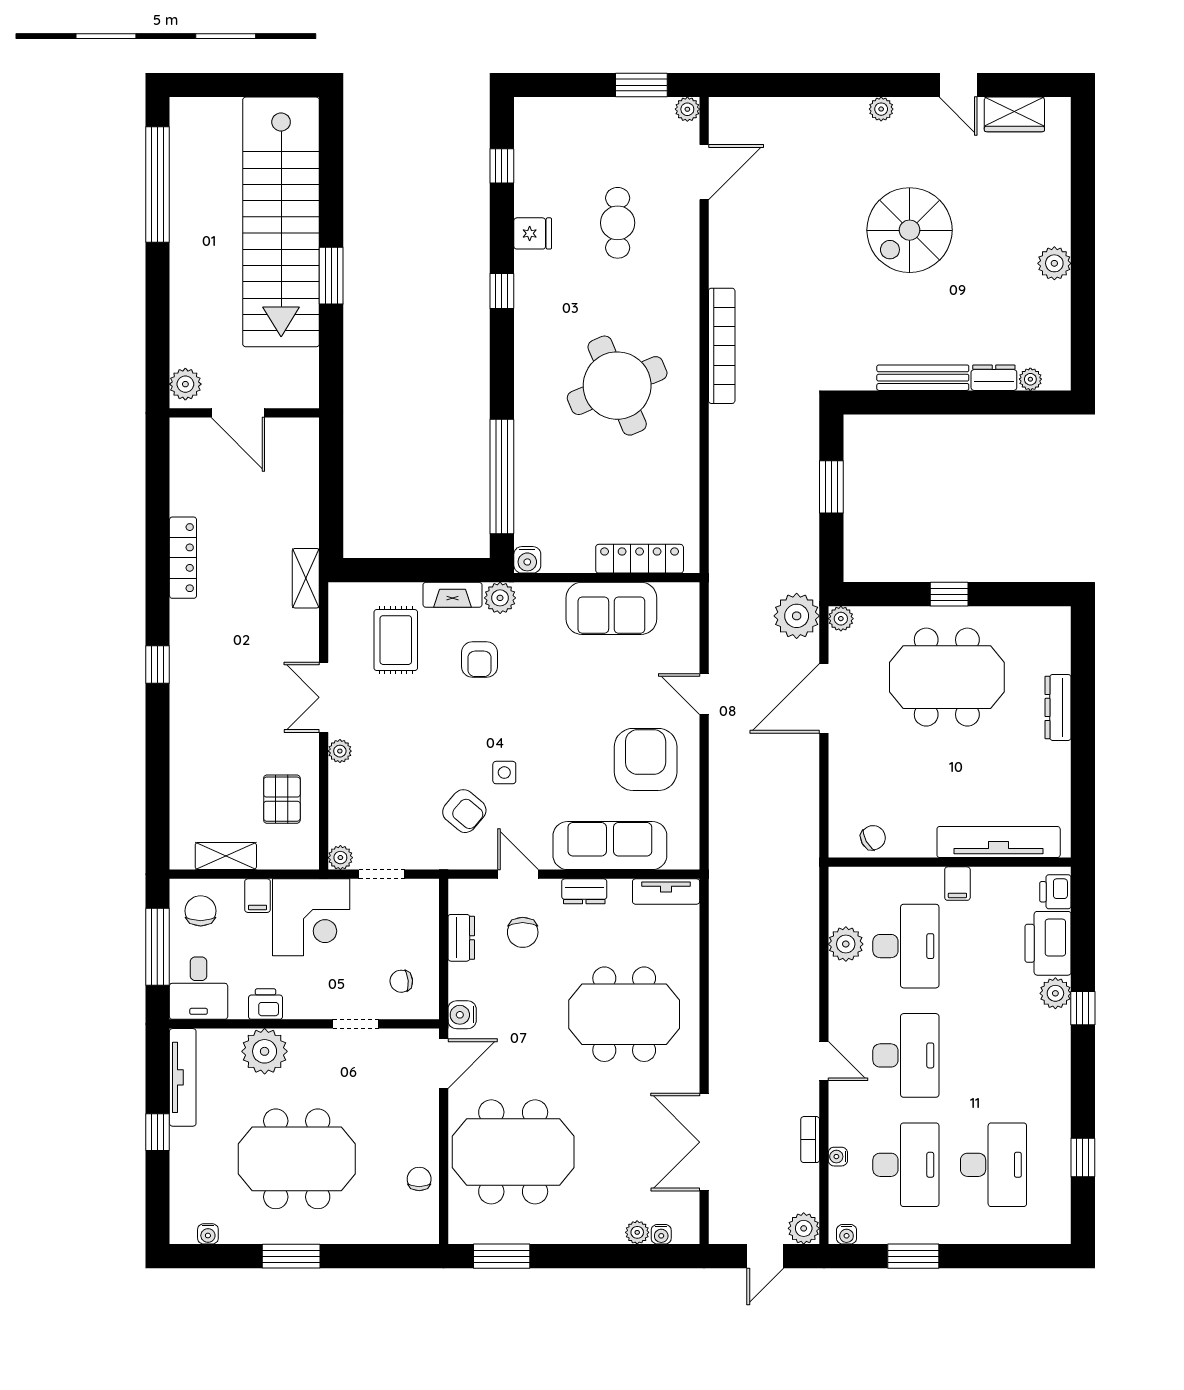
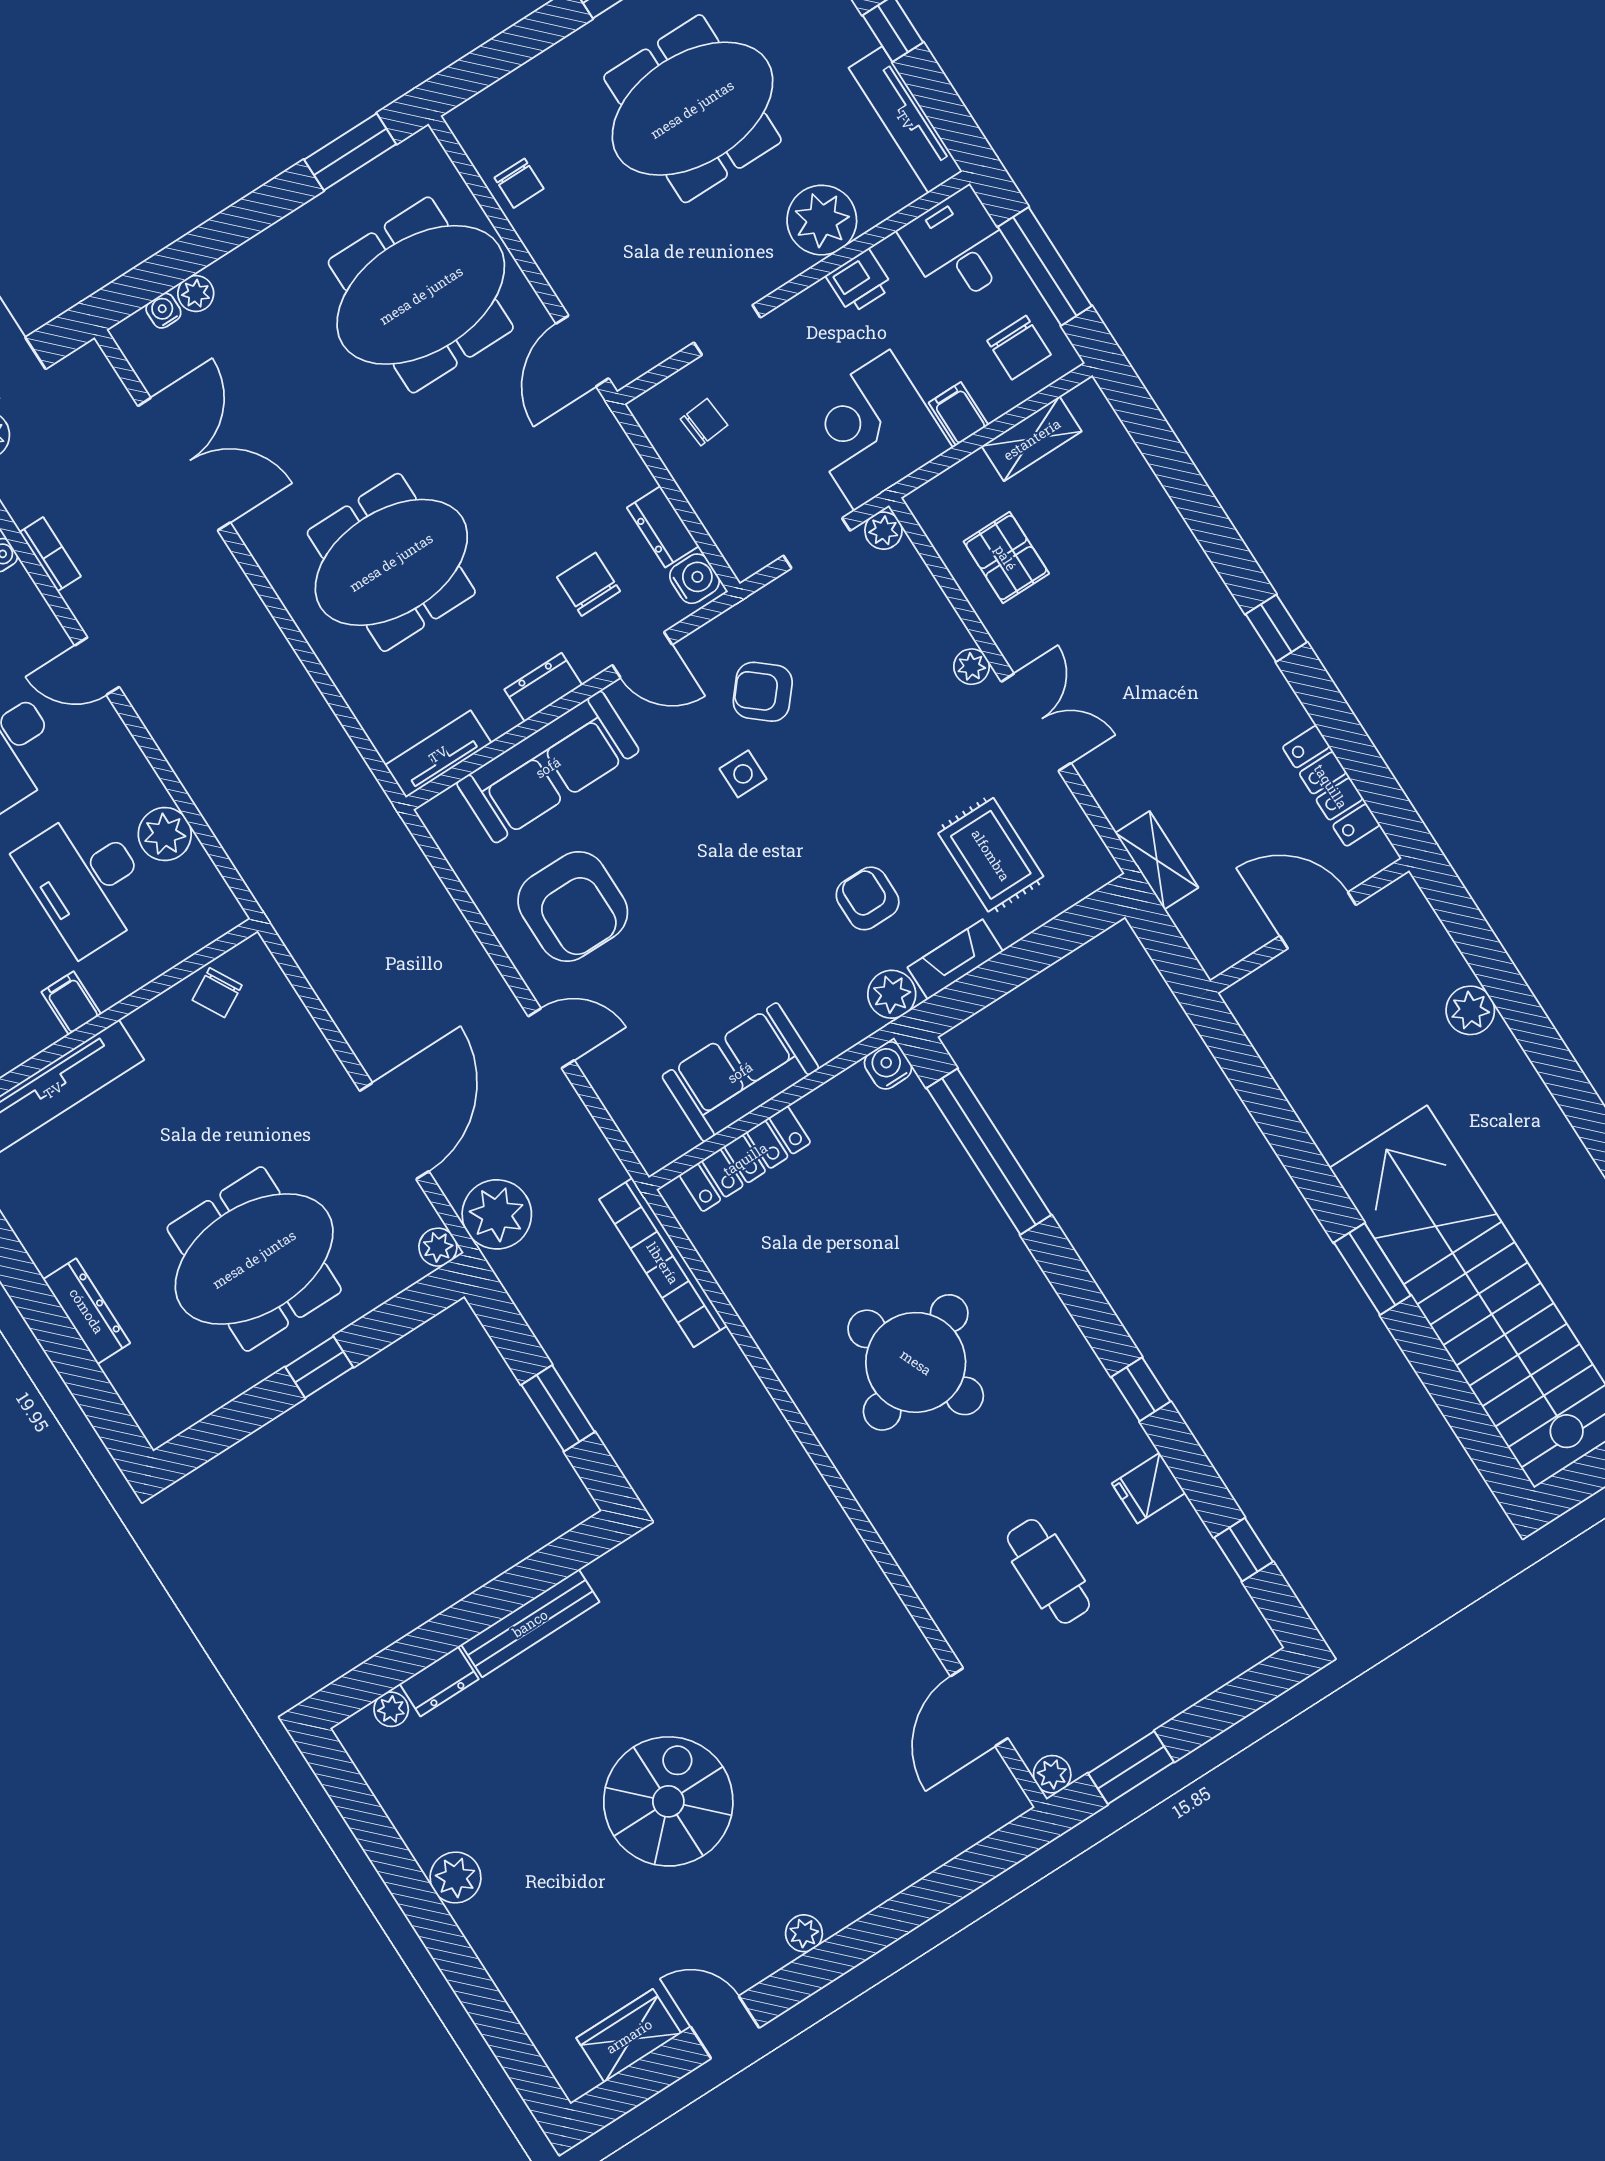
bookcase: (722, 346) -> (663, 1263), moved
door: (238, 413) -> (1318, 920), moved
wall: (244, 413) -> (1310, 926), moved
water cooler: (462, 1015) -> (694, 579), moved

